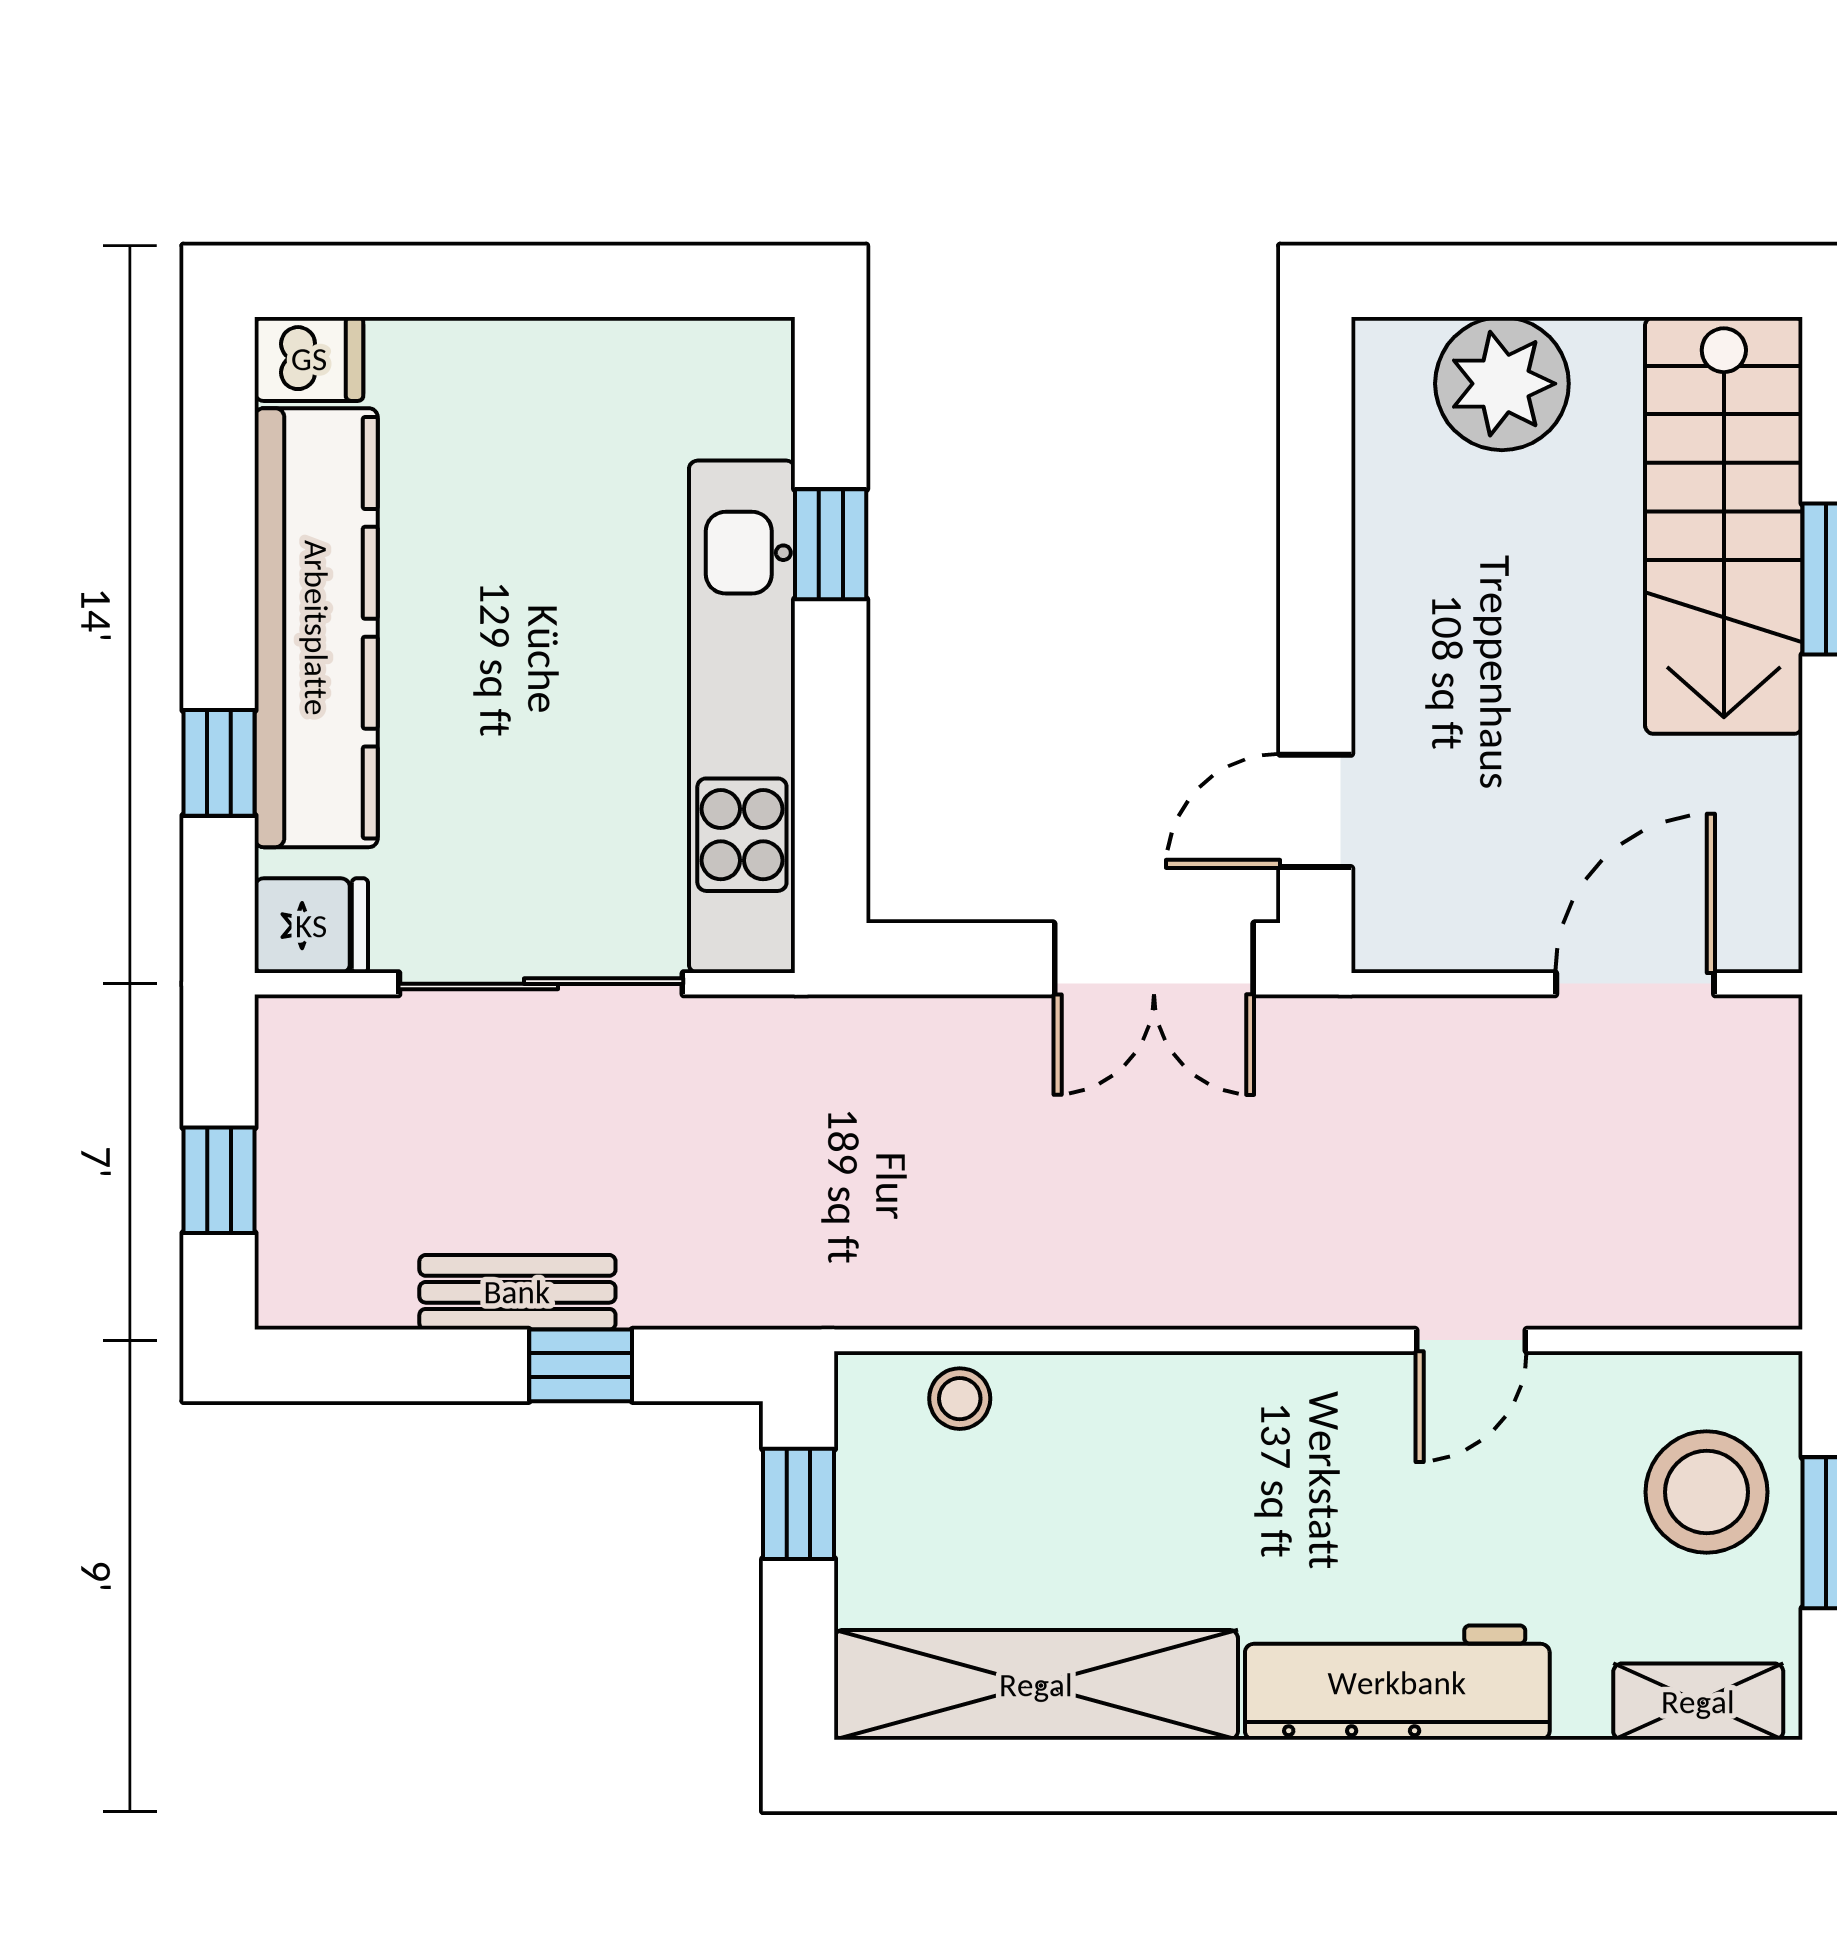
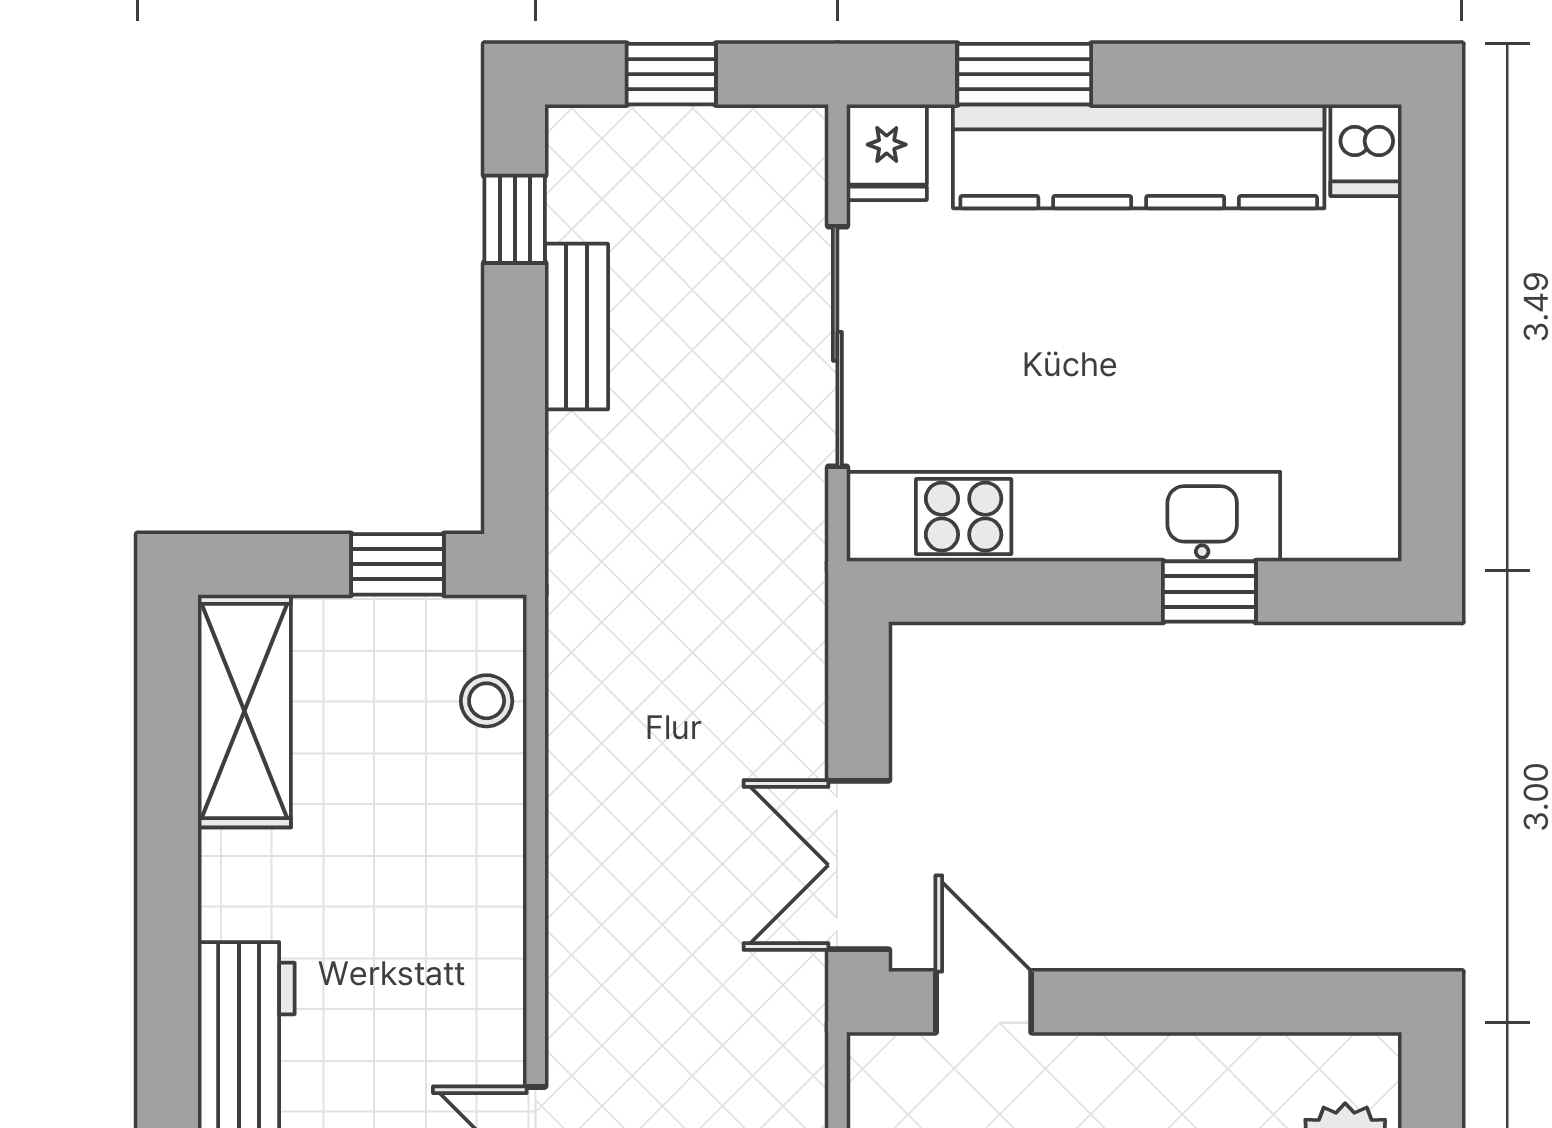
window: (219, 763) -> (1024, 74), width x1.50
window: (581, 1365) -> (515, 219), moved
shelving: (1036, 1685) -> (244, 711), width x0.68

